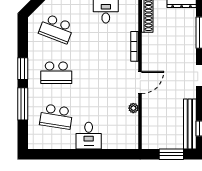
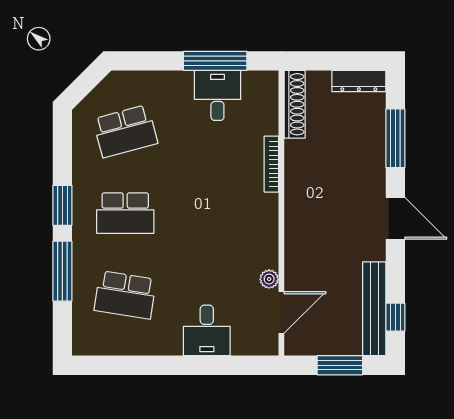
school desk: (56, 29) -> (125, 131), turned -36
door: (140, 82) -> (281, 312), moved
desk: (89, 136) -> (207, 330), moved

